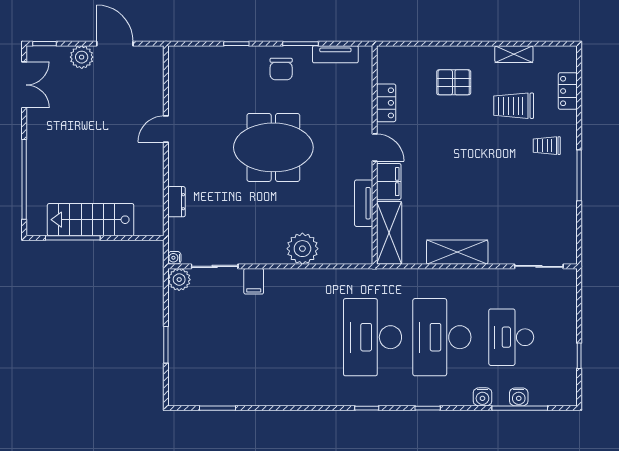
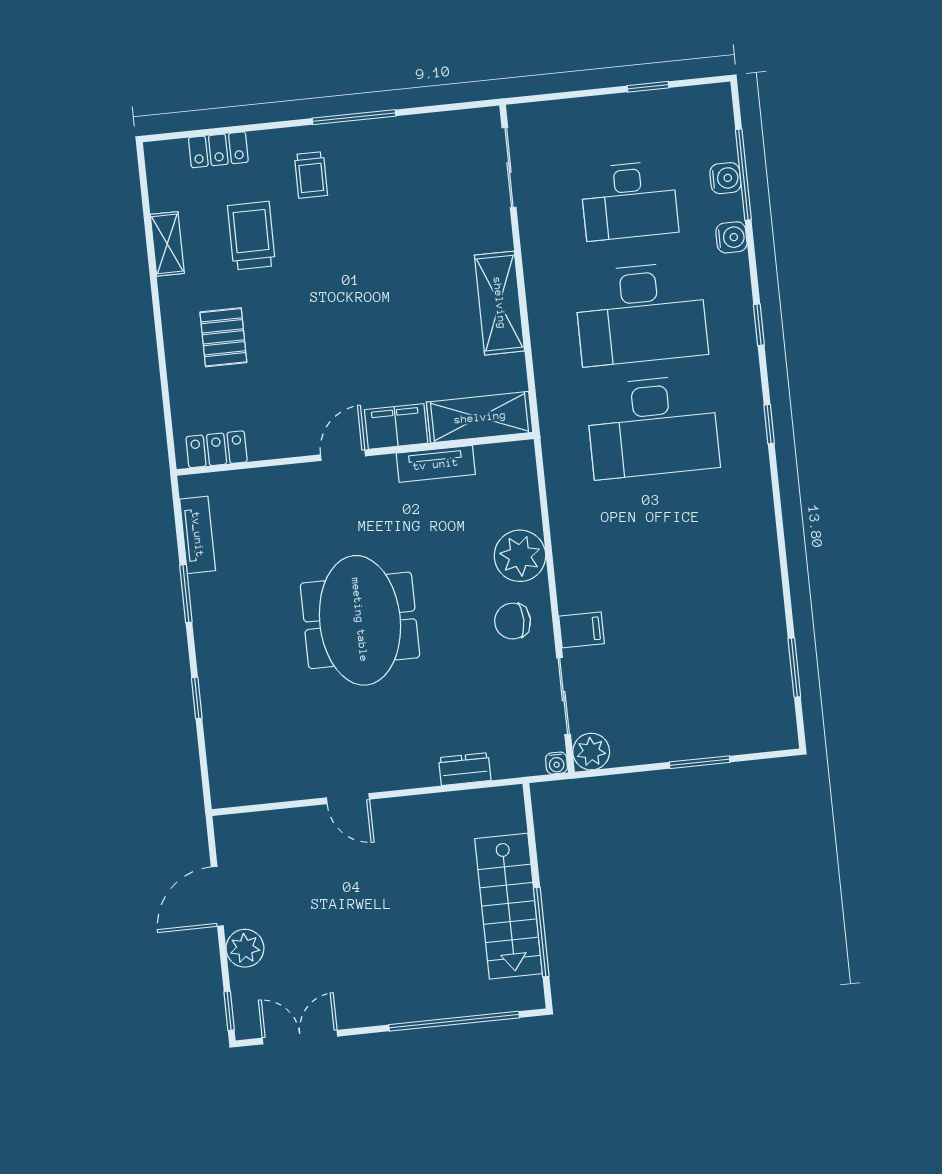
chair: (281, 69) -> (513, 621), moved, turned 180
locker: (386, 103) -> (217, 449), moved
trolley: (514, 106) -> (251, 236), turned 180

